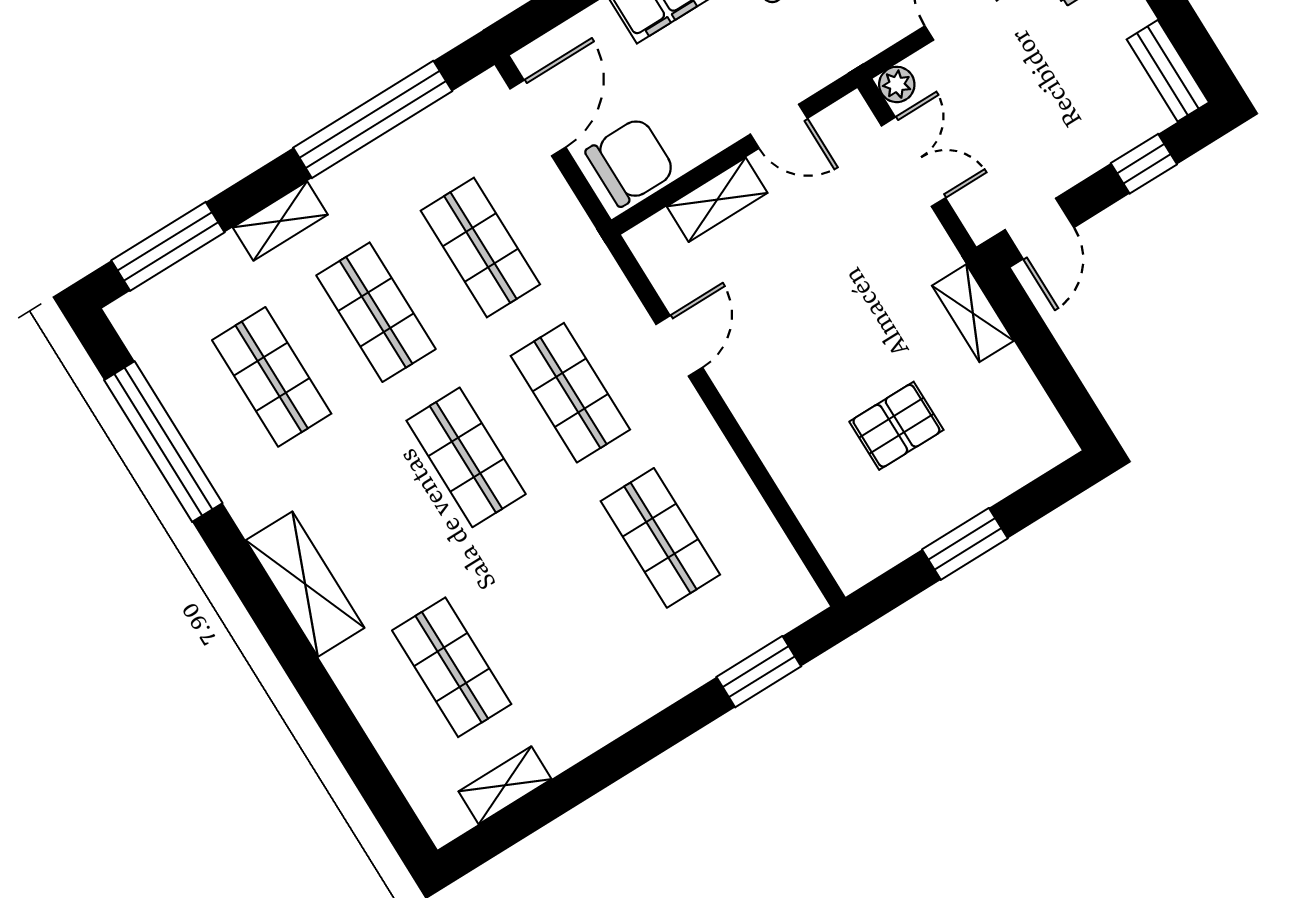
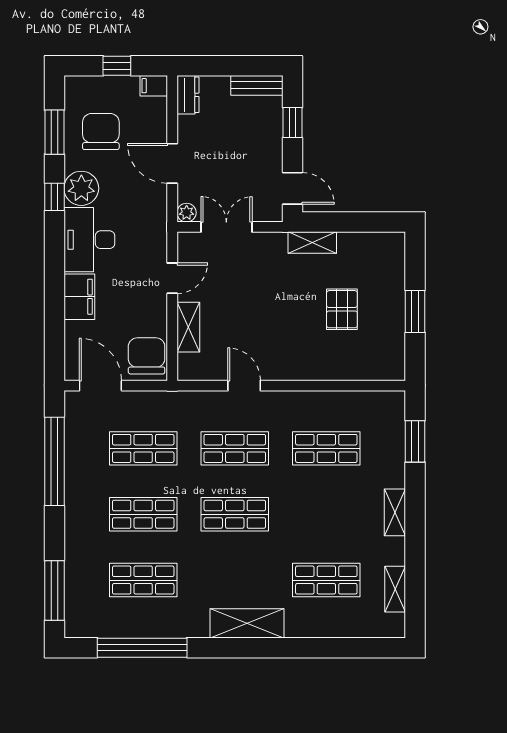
shelving: (280, 221) -> (395, 512), moved

